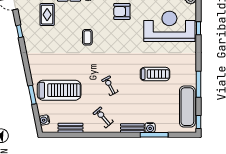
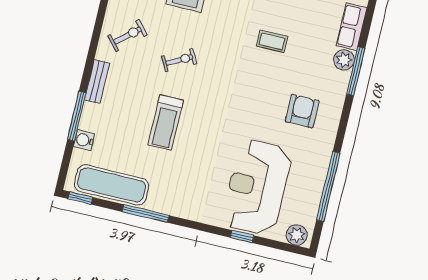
reception desk: (169, 26) -> (257, 187), turned 180
treadmill: (155, 74) -> (166, 123), moved
water cooler: (150, 128) -> (84, 140), moved

